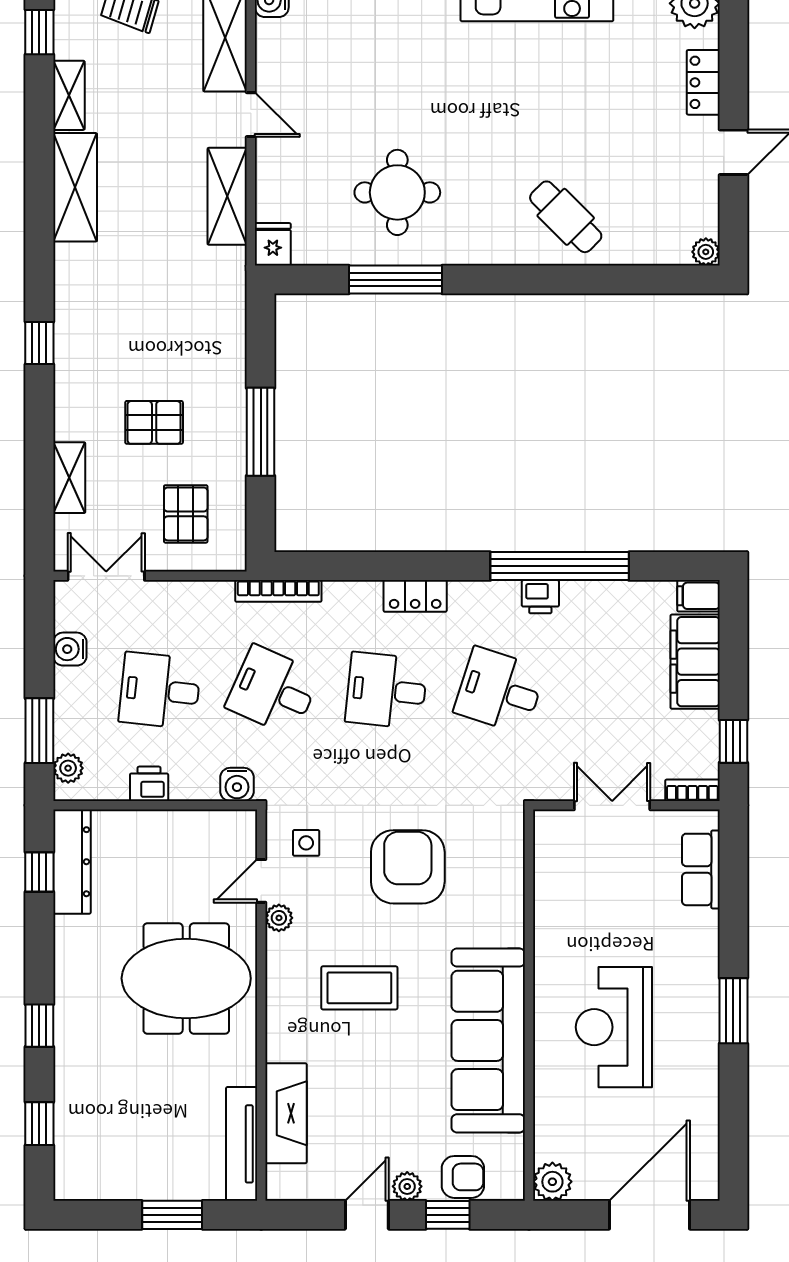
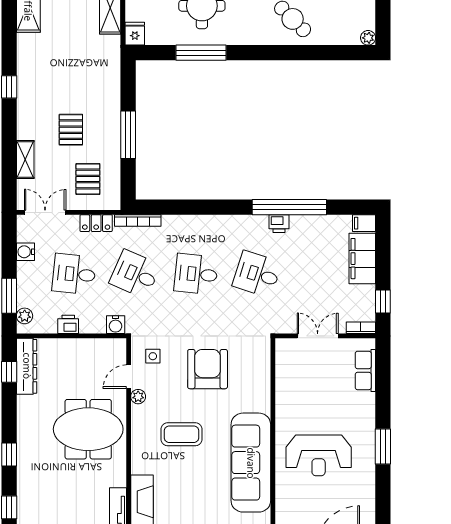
pallet: (154, 422) -> (71, 130), turned 90
locker: (415, 596) -> (96, 223), moved
reception desk: (614, 1027) -> (319, 455), turned -90

